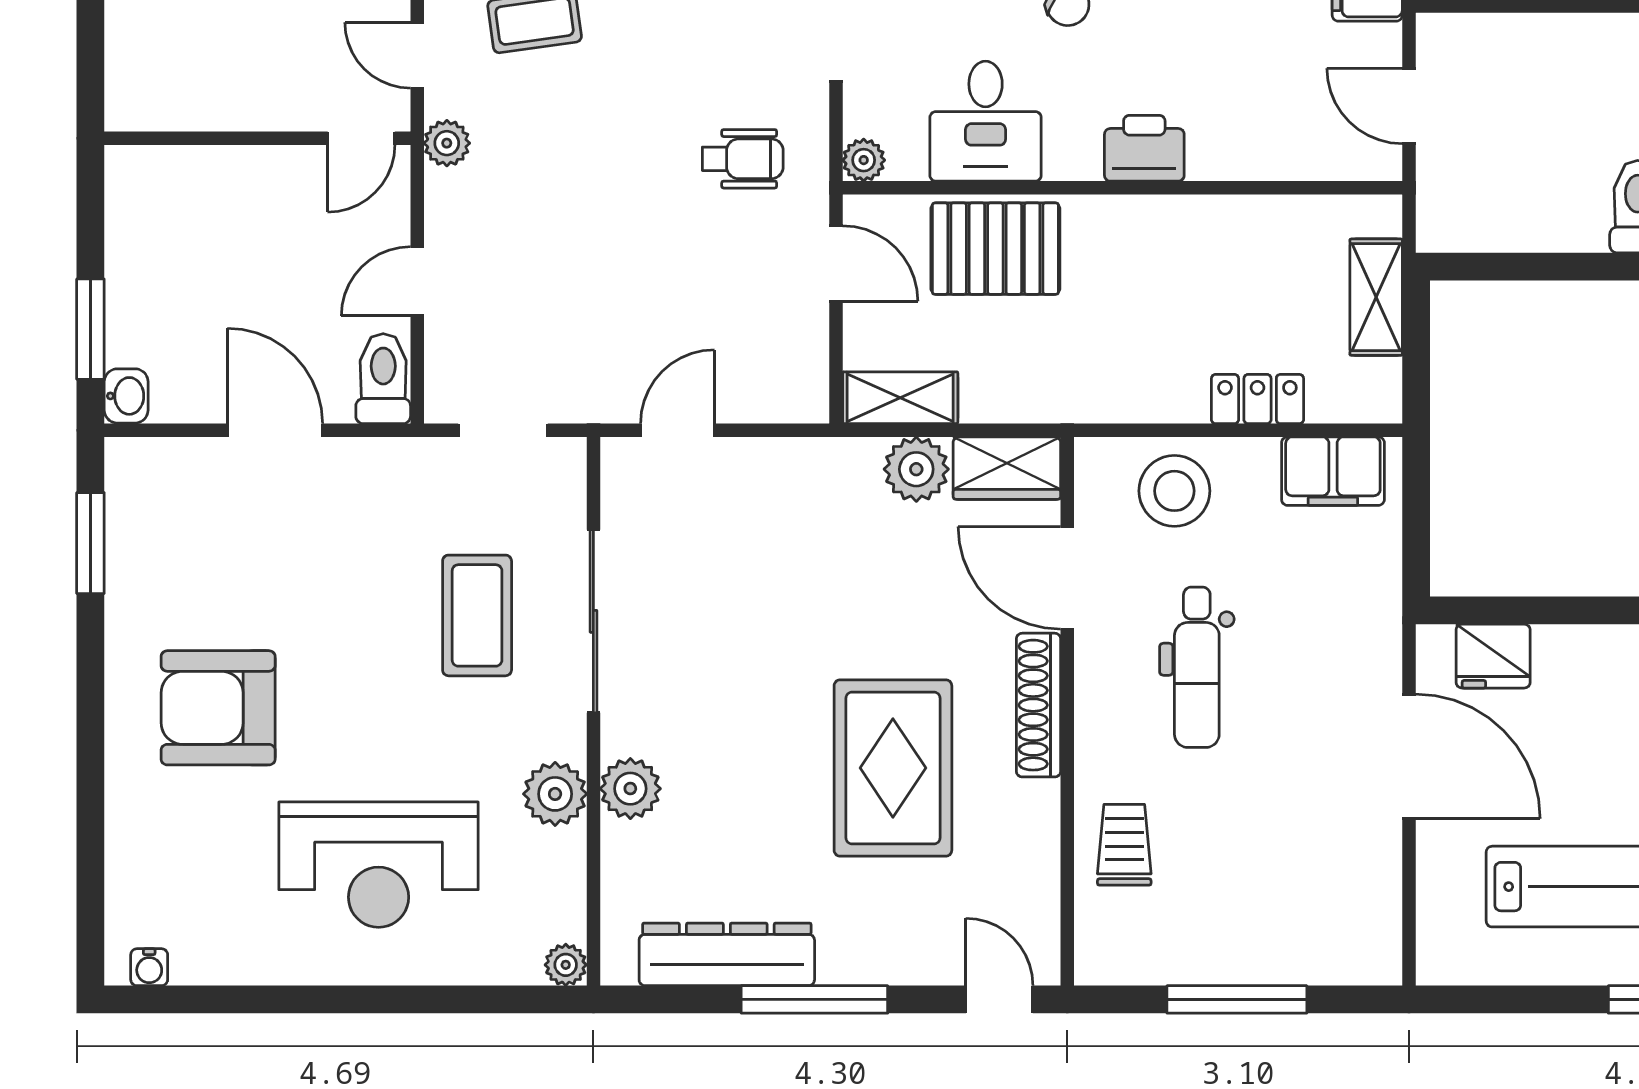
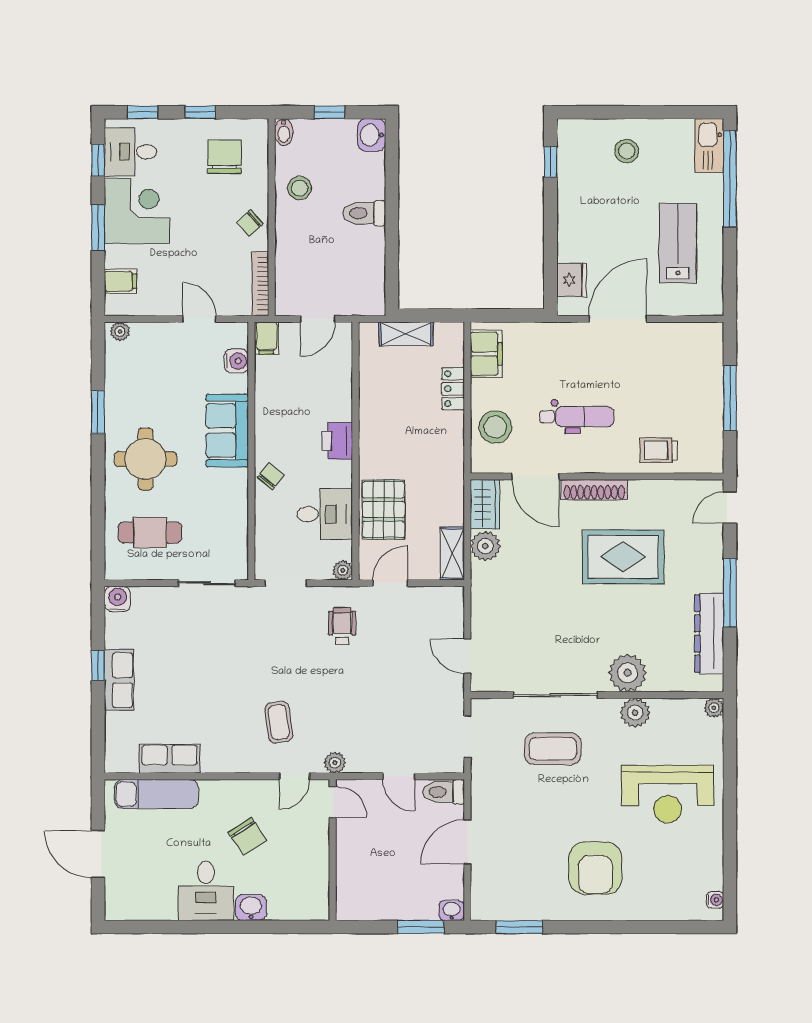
door: (1067, 578) -> (535, 476), hinge flipped
plant: (630, 789) -> (628, 673), width x1.36, depth x1.36
reception desk: (379, 865) -> (668, 794), turned 90

